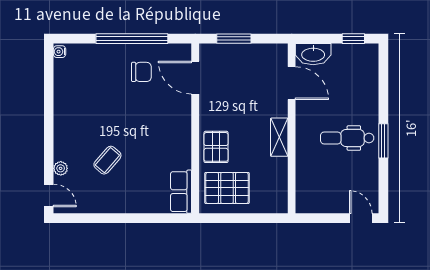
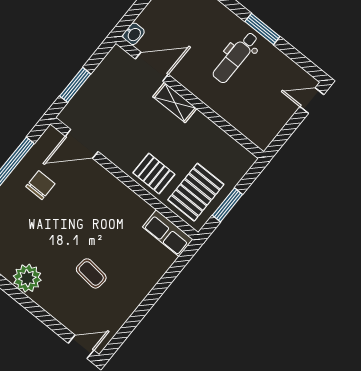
washbasin: (313, 54) -> (133, 34), width x0.52, depth x0.69
shelving: (279, 137) -> (175, 103), moved
coffee table: (107, 160) -> (91, 273), turned -35
plant: (61, 168) -> (27, 278), moved, width x1.87, depth x1.87
window: (236, 218) -> (227, 205), added

